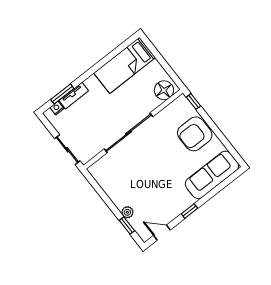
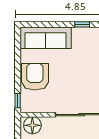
armchair: (195, 134) -> (35, 77), turned -90

